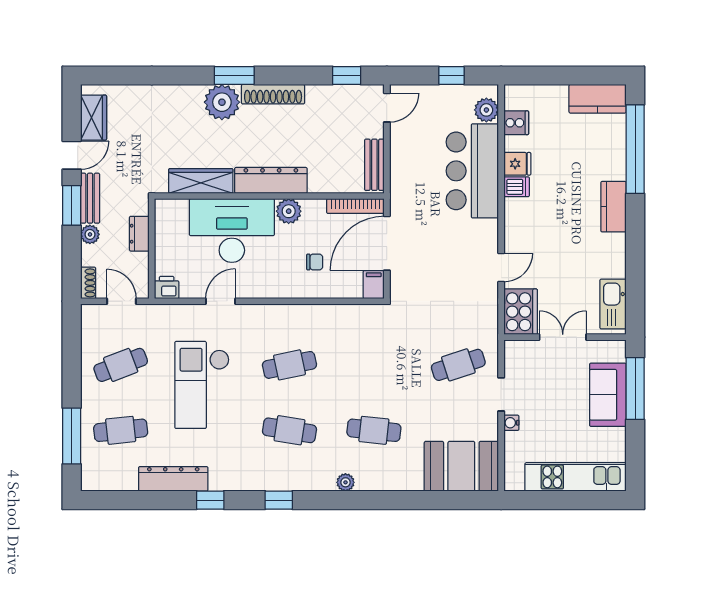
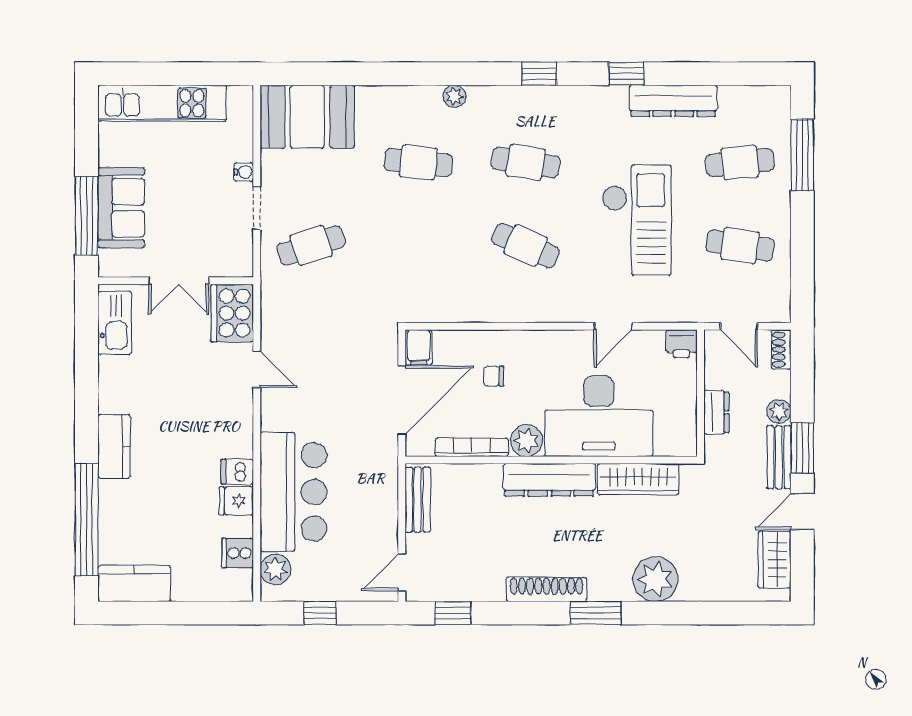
plant: (222, 102) -> (655, 579), moved
bookcase: (355, 206) -> (472, 447), moved
door: (501, 267) -> (257, 369), swing flipped
cafe table: (121, 365) -> (740, 245), turned 30
cafe table: (289, 365) -> (526, 245), turned 36

